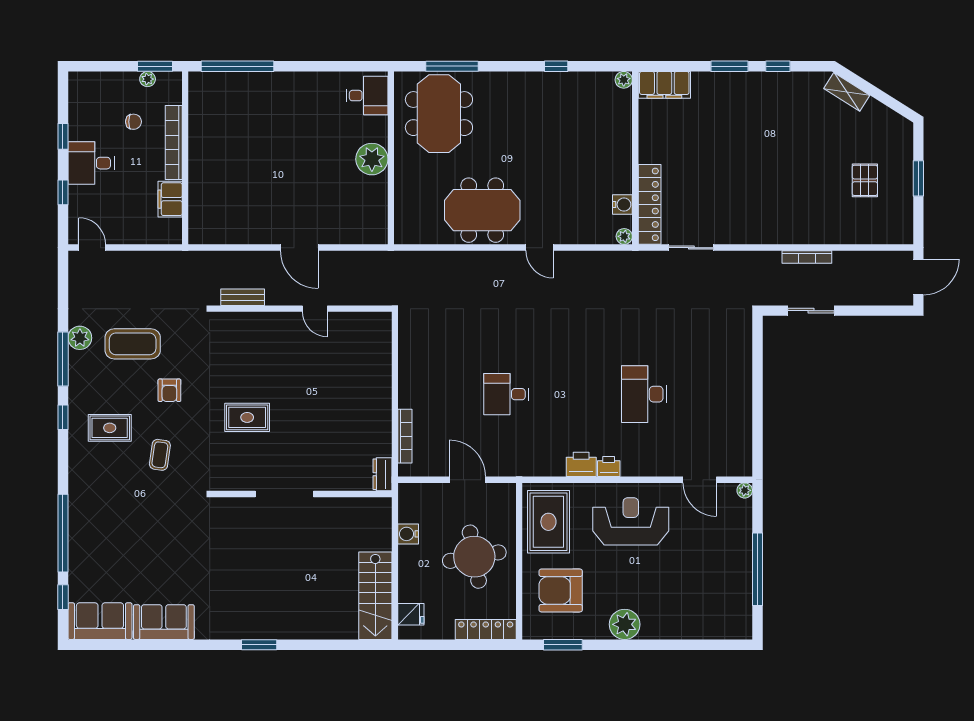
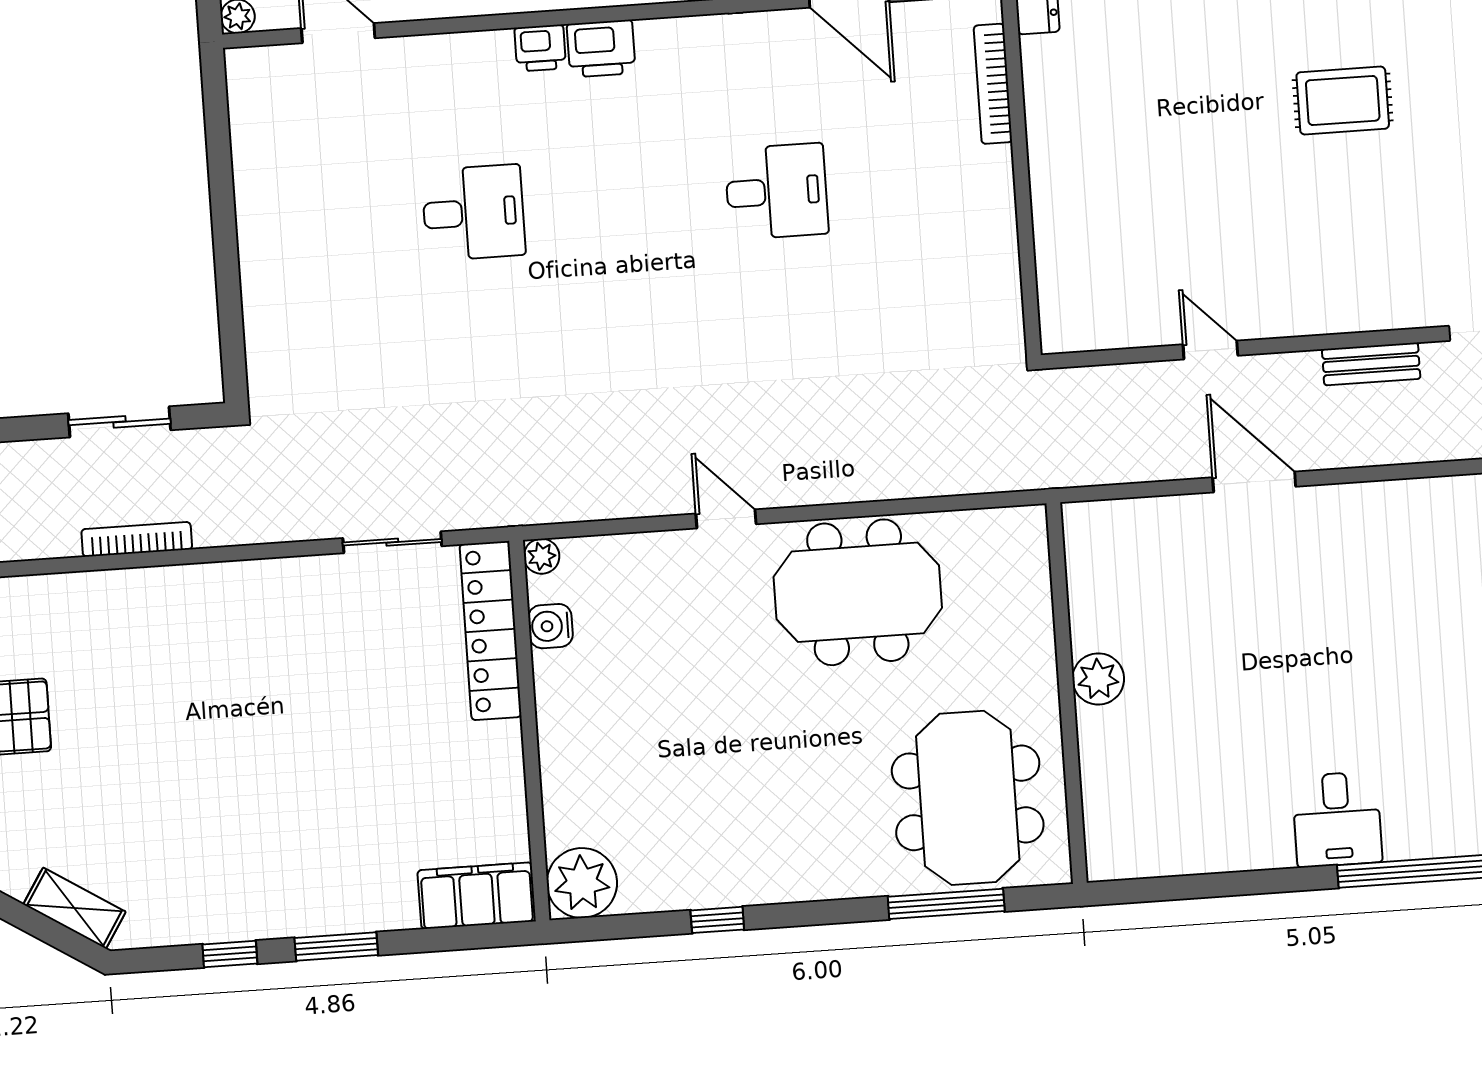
plant: (624, 80) -> (582, 883), width x1.87, depth x1.87
desk: (367, 96) -> (1337, 819), moved, turned -90
plant: (372, 159) -> (1098, 679), width x0.73, depth x0.73
desk: (644, 394) -> (474, 213), width x0.73

